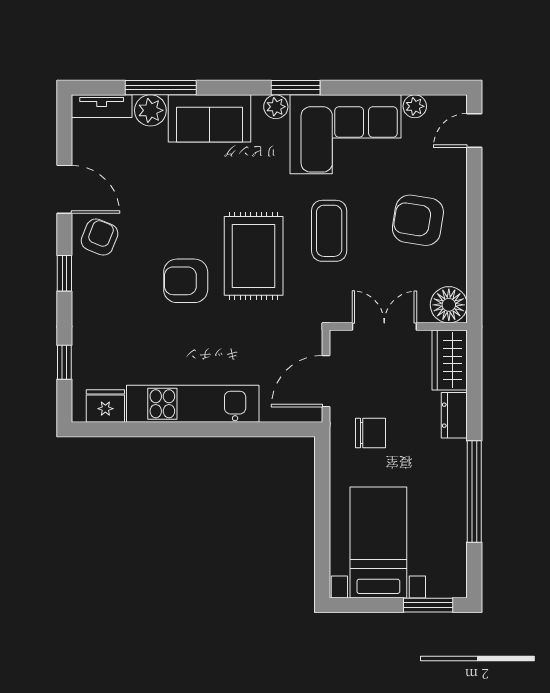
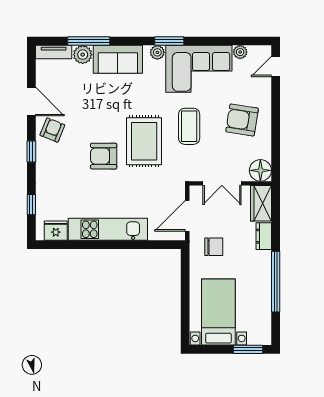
double door: (384, 327) -> (222, 183), swing flipped

